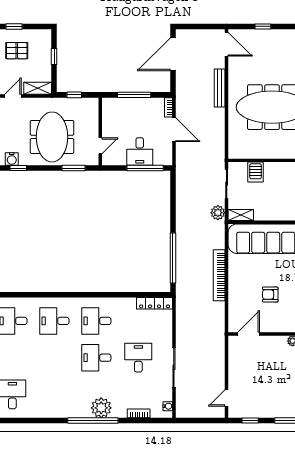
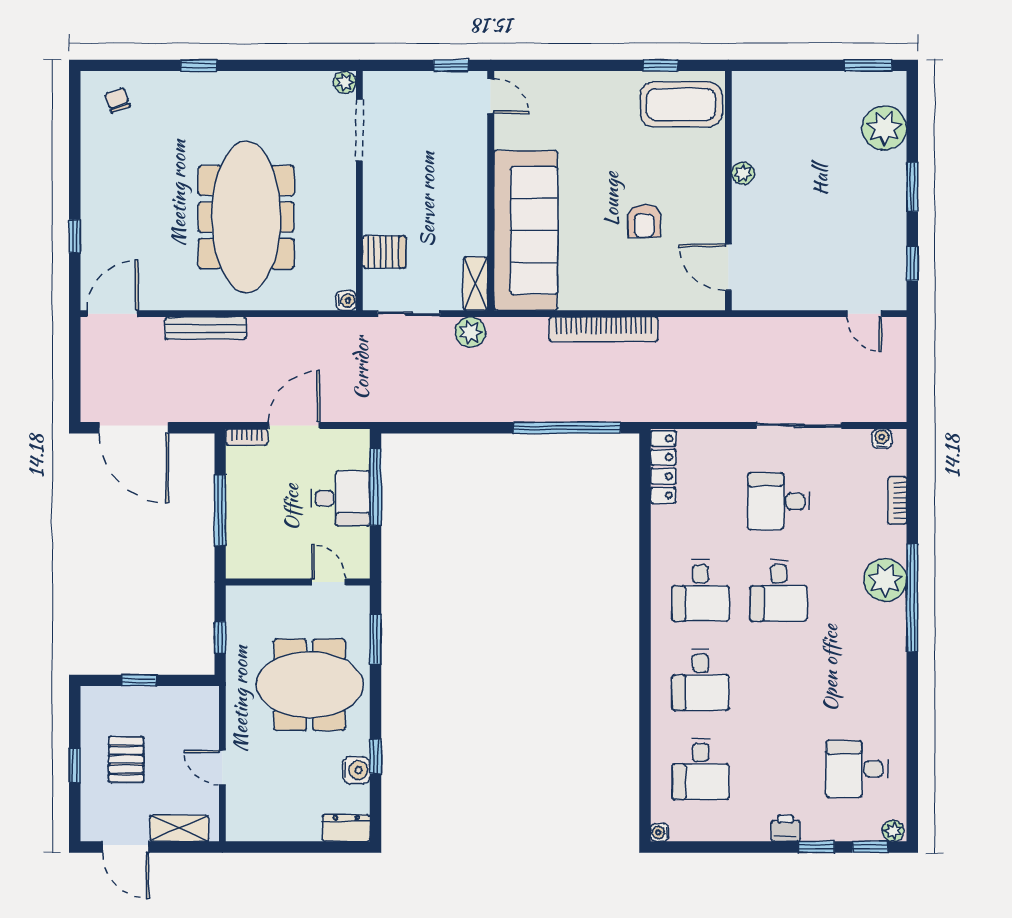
shelving: (38, 88) -> (206, 715), removed
water cooler: (233, 154) -> (346, 300), added

